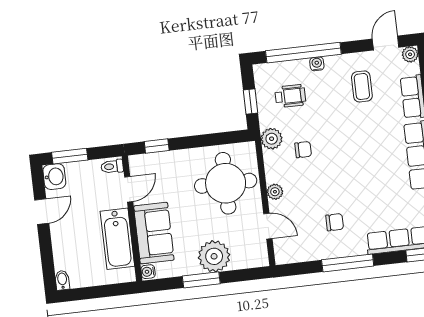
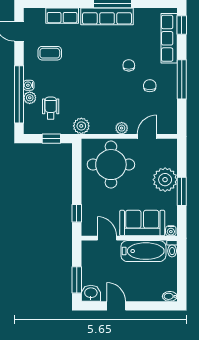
plant: (410, 54) -> (30, 98), moved
chair: (303, 150) -> (129, 65), moved
toilet: (112, 166) -> (172, 249), moved

